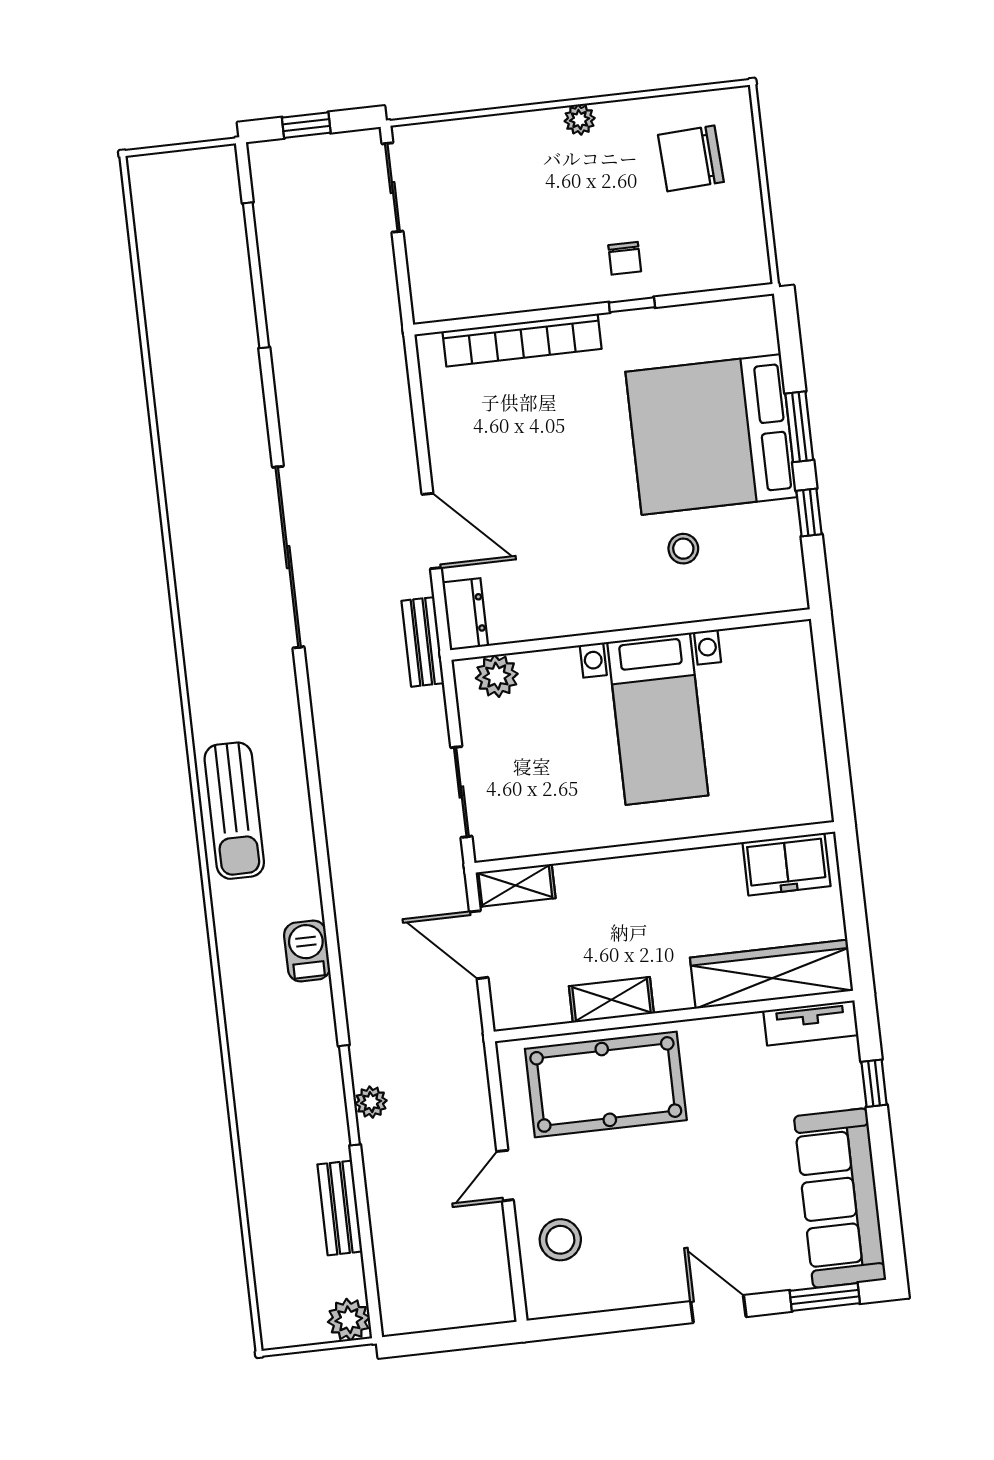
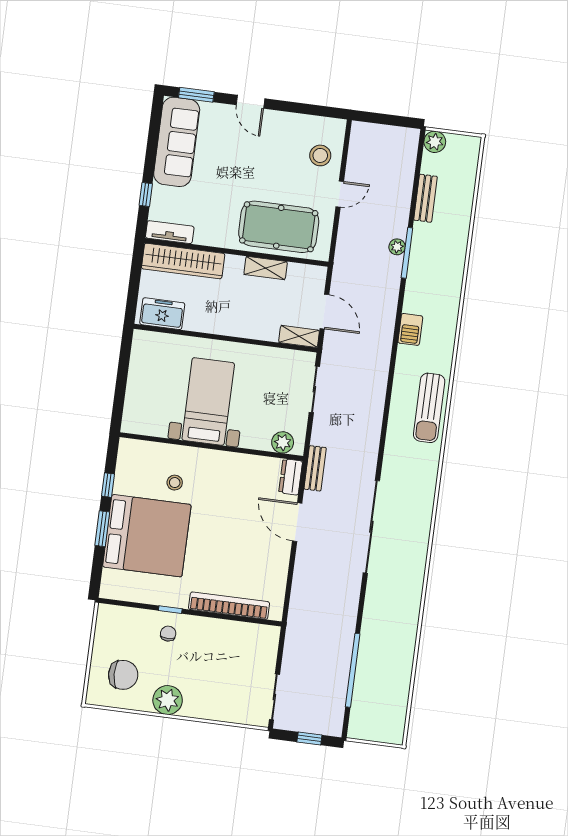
plant: (580, 120) -> (168, 700), width x1.88, depth x1.88
sun lounger: (234, 811) -> (429, 408), turned 180

